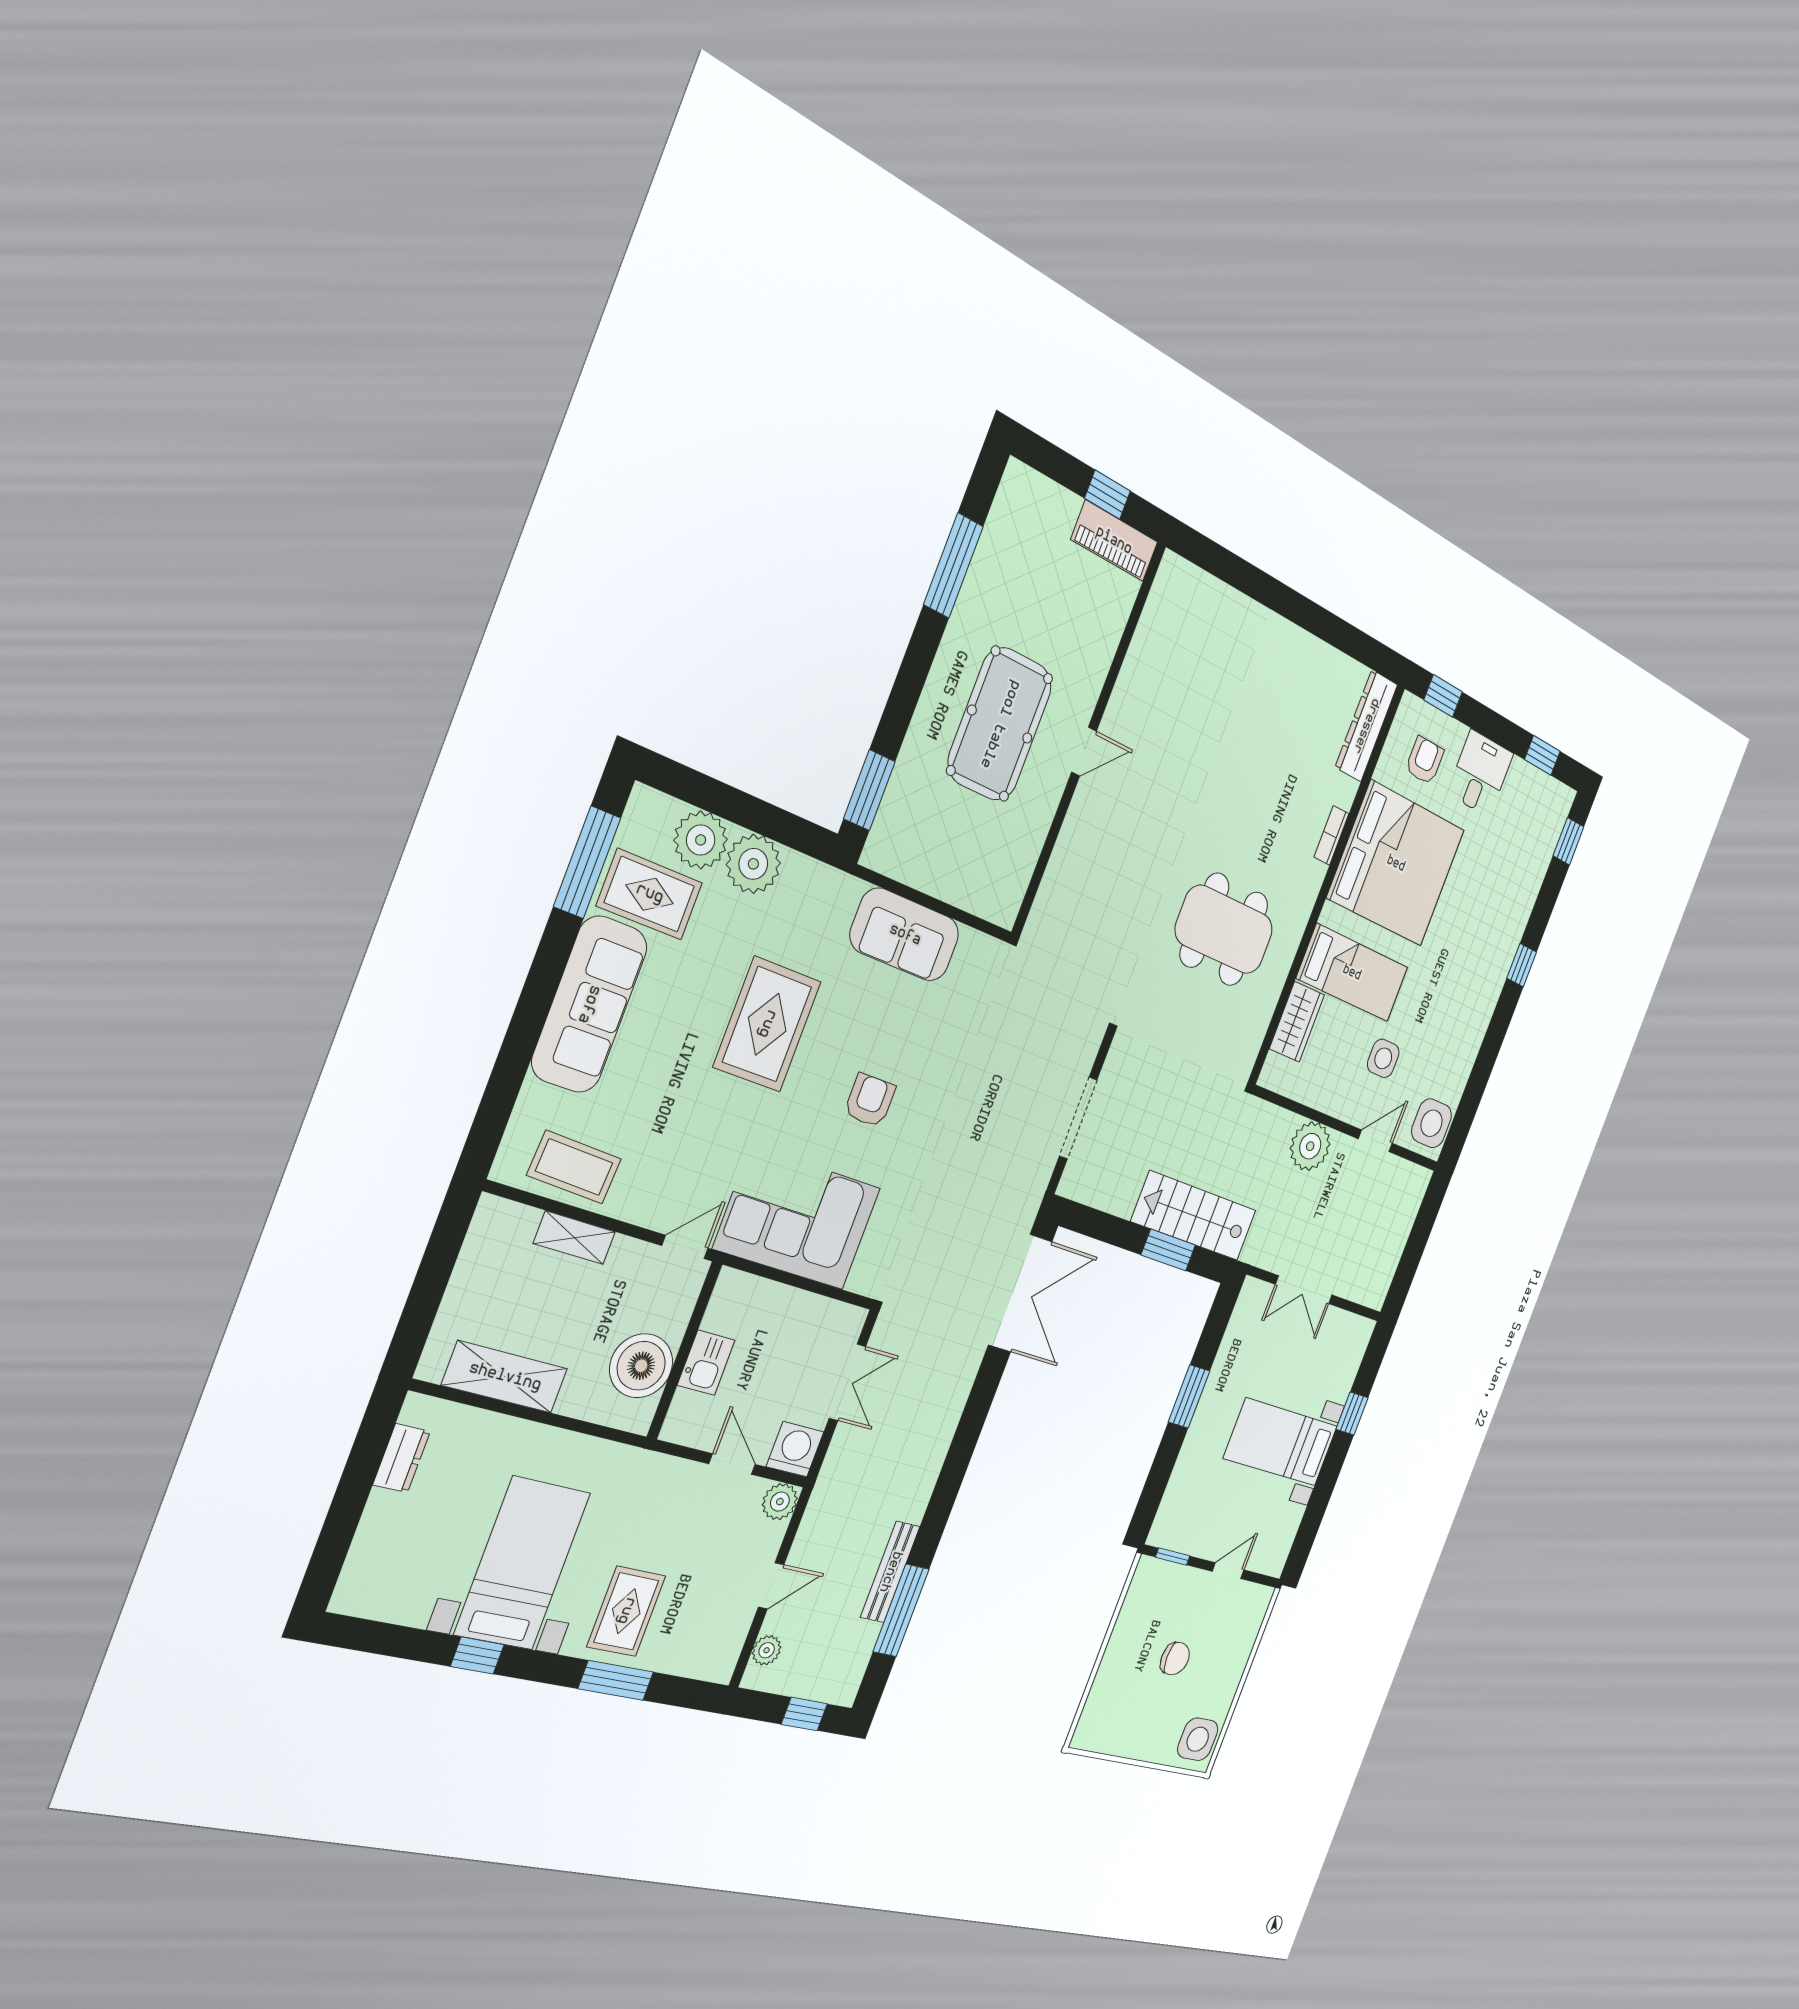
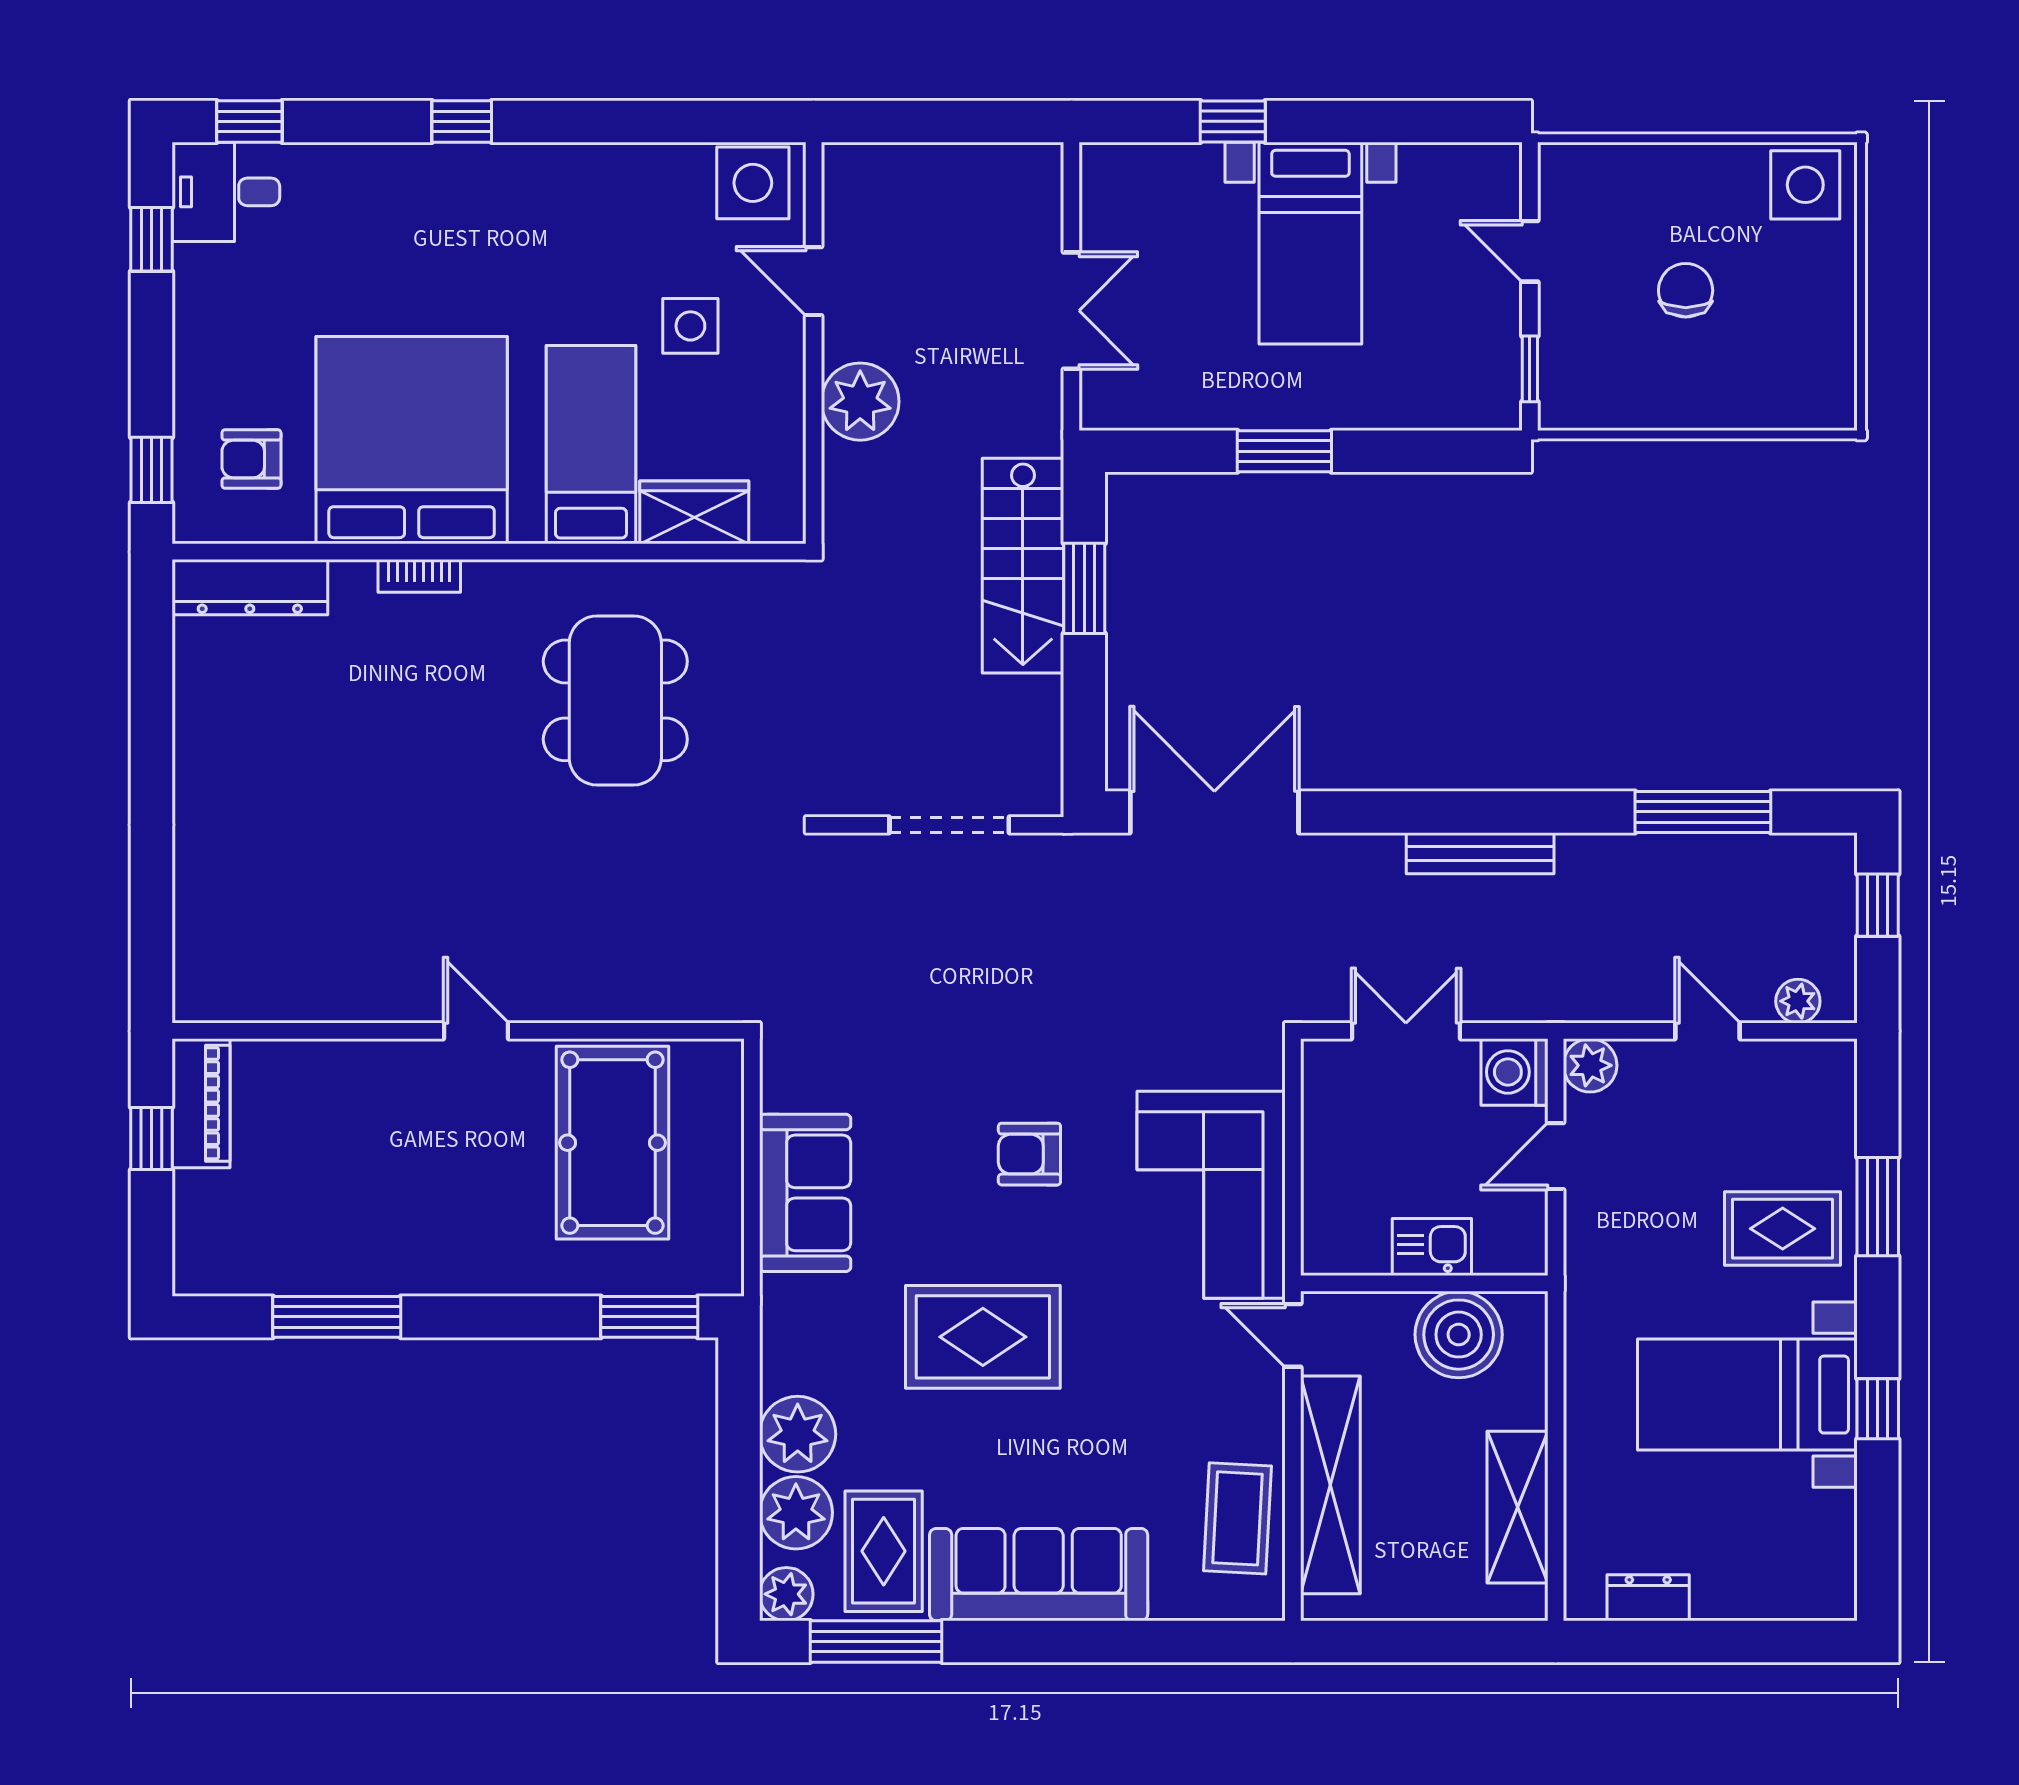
pool table: (1000, 724) -> (612, 1143), moved, turned 90
desk: (1480, 773) -> (226, 192), moved
plant: (647, 808) -> (786, 1594), added
shelving: (574, 1238) -> (1330, 1485), width x2.20, depth x1.33
bench: (890, 1572) -> (1480, 853), moved

